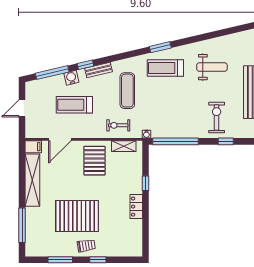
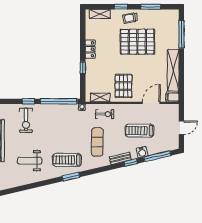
treadmill: (165, 68) -> (67, 160), turned 180
treadmill: (74, 105) -> (140, 131), turned 180
window: (226, 141) -> (29, 101), moved
shelving: (124, 251) -> (100, 14), added

